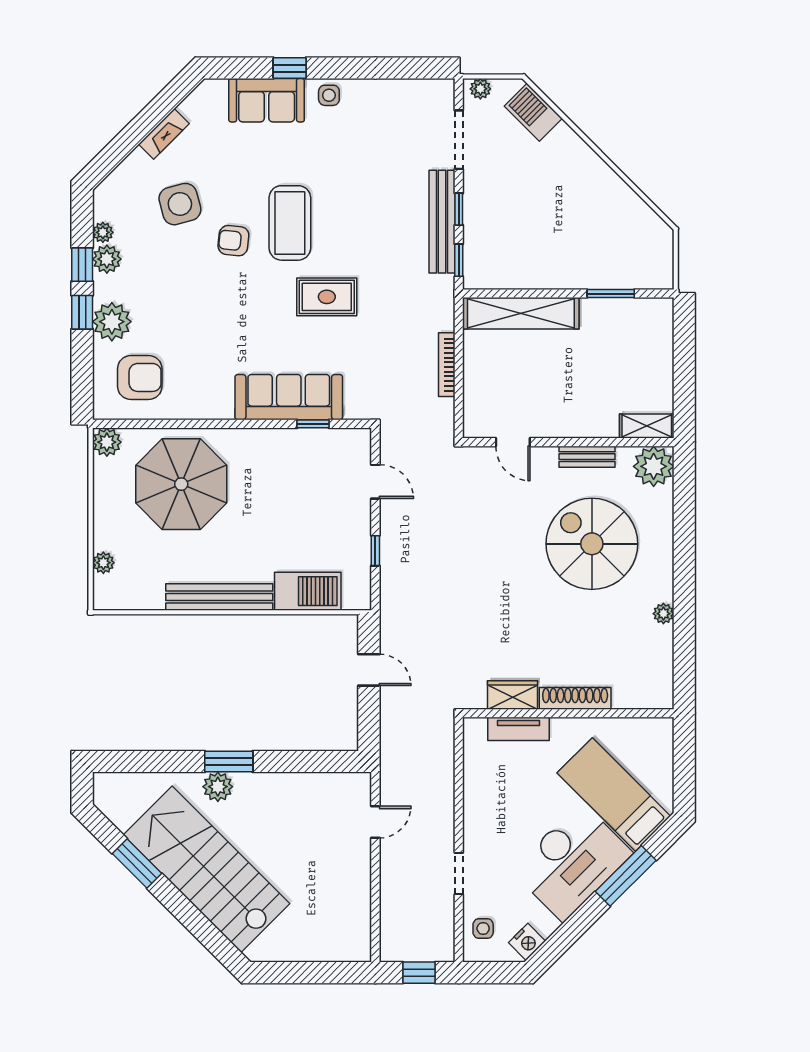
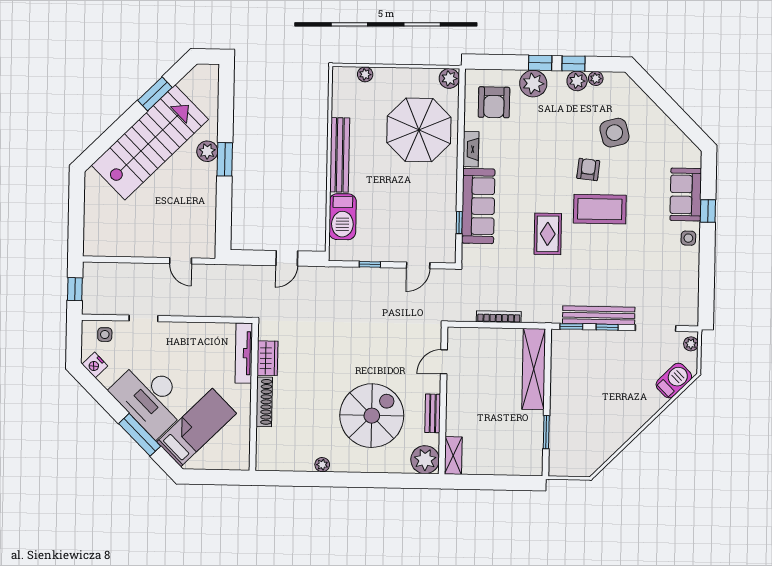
fireplace: (164, 134) -> (471, 149), moved, turned -135
tv unit: (519, 729) -> (244, 353), width x1.41

